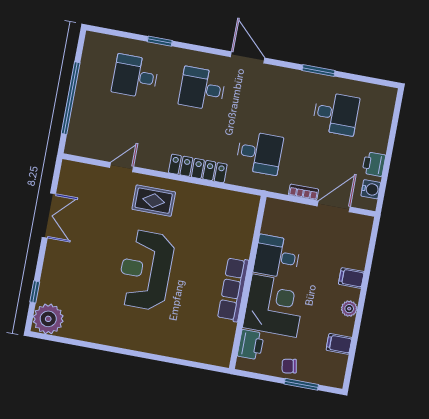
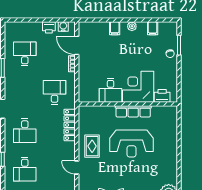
desk: (277, 257) -> (111, 90), moved
wall: (248, 282) -> (128, 104), moved
row of seats: (233, 289) -> (133, 111), moved
corner desk: (274, 306) -> (138, 87), moved
printer: (251, 345) -> (162, 96), moved

